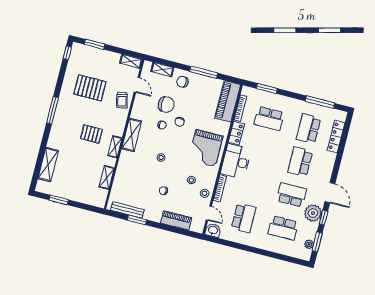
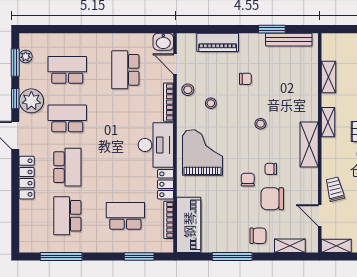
school desk: (309, 129) -> (67, 216), turned 180
locker: (336, 136) -> (27, 178), moved
school desk: (292, 195) -> (67, 118), turned 180

